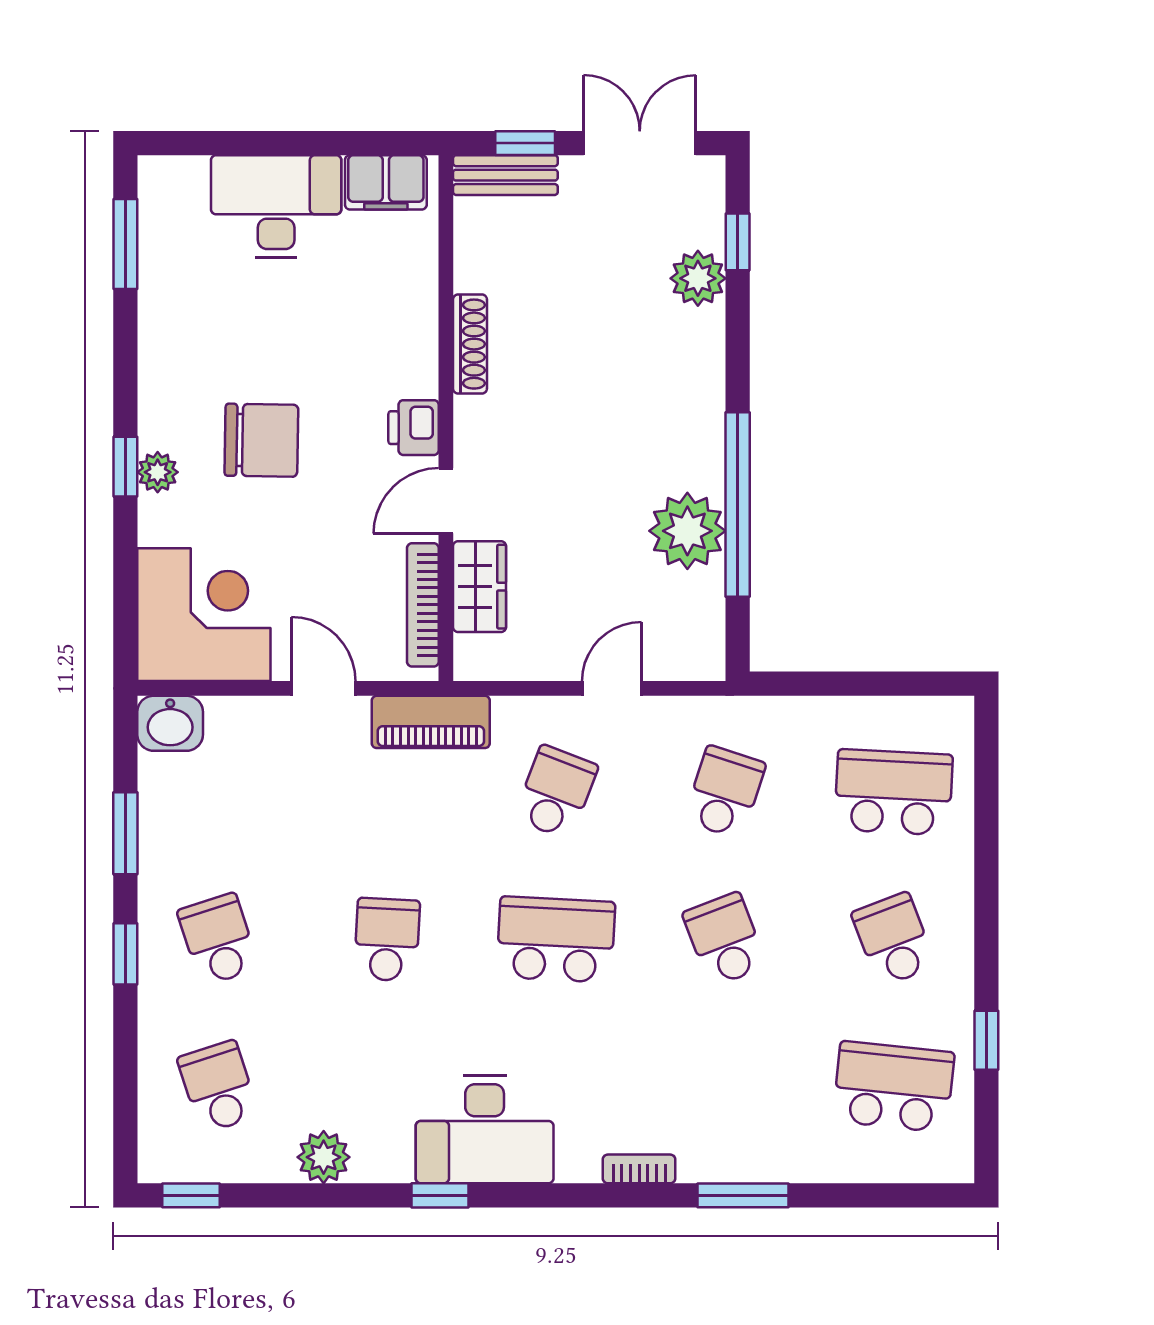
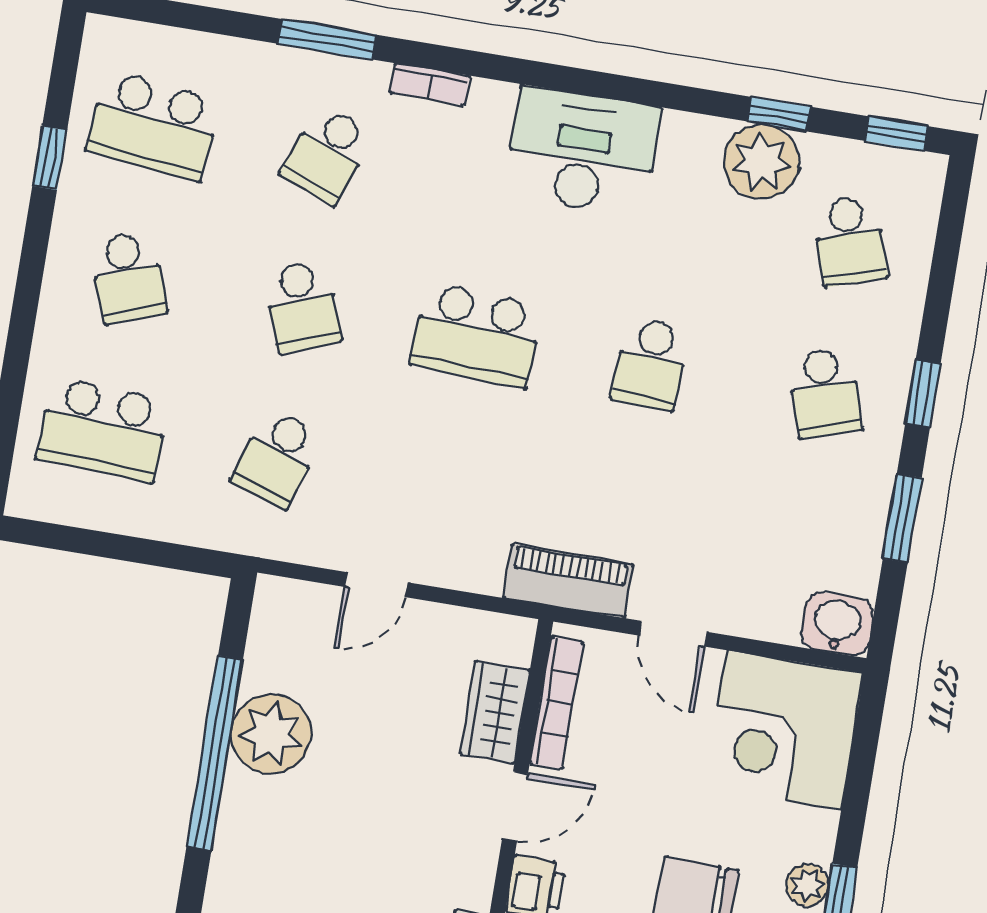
school desk: (556, 792) -> (327, 154), moved
plant: (324, 1157) -> (761, 162), width x1.36, depth x1.36
window: (440, 1195) -> (779, 114), moved

